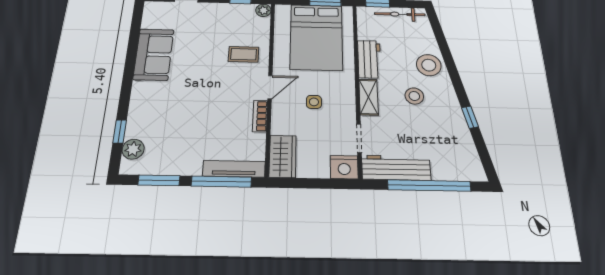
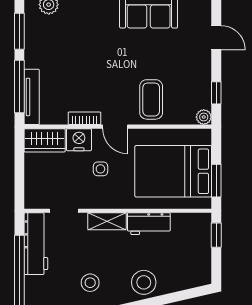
bicycle: (400, 14) -> (203, 257), removed
coffee table: (244, 54) -> (151, 99), width x1.36, depth x1.30
stool: (414, 96) -> (90, 283), moved
nightstand: (344, 167) -> (79, 140), moved, turned 90

